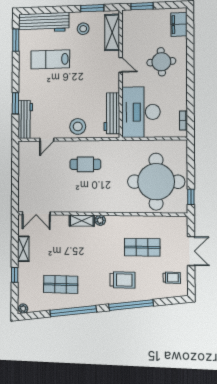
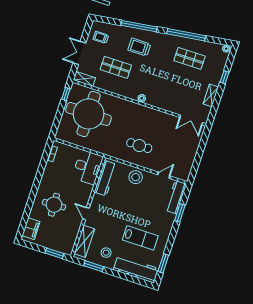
desk: (141, 112) -> (88, 167), width x0.73, depth x0.77
double door: (36, 213) -> (191, 120), swing flipped
shelving: (82, 221) -> (84, 79), moved

